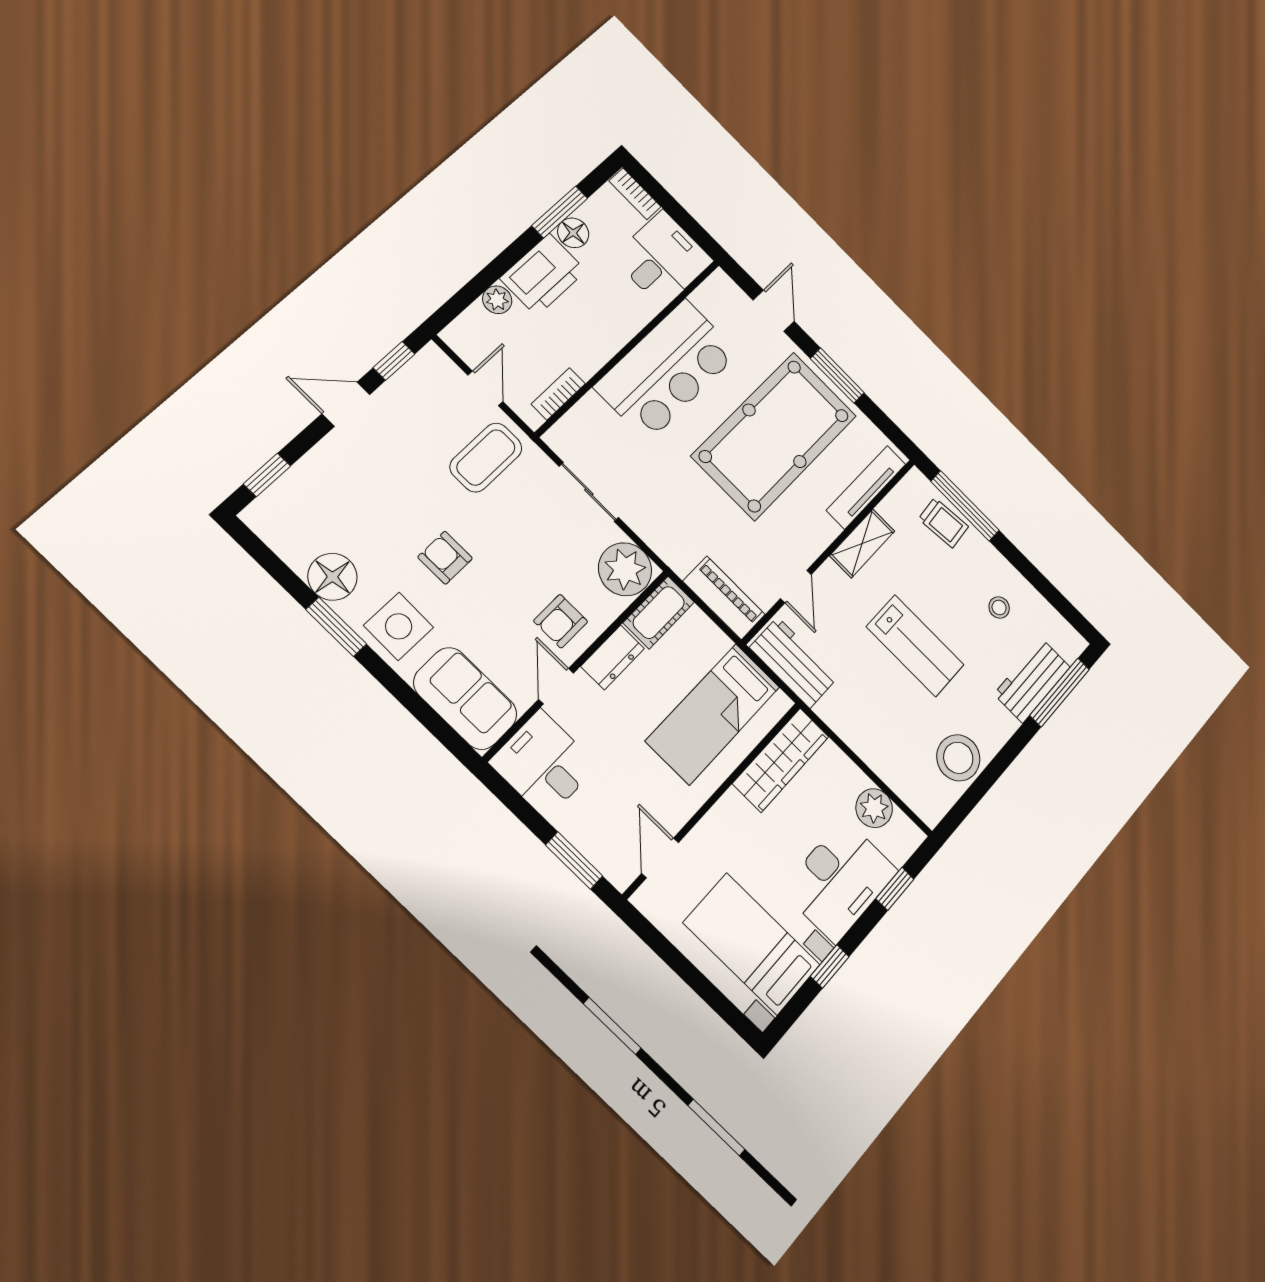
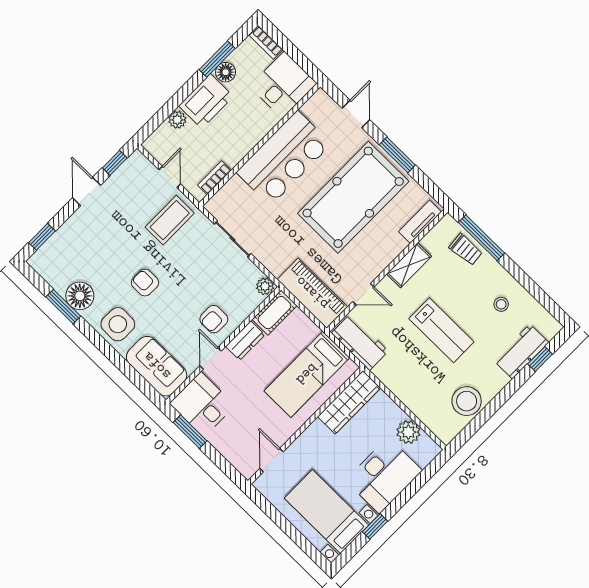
door: (346, 404) -> (87, 191), hinge flipped
tv unit: (866, 487) -> (420, 222), width x0.71
plant: (625, 569) -> (265, 286), width x0.53, depth x0.53
door: (796, 587) -> (363, 294), hinge flipped
piano: (724, 598) -> (312, 293), width x1.37, depth x1.33
window: (336, 627) -> (63, 307), moved
window: (1060, 692) -> (540, 359), width x0.46
window: (574, 860) -> (190, 432), moved
window: (895, 889) -> (419, 481), removed

